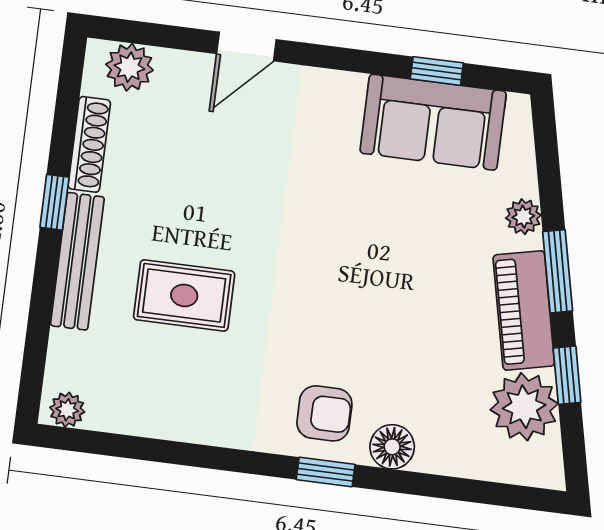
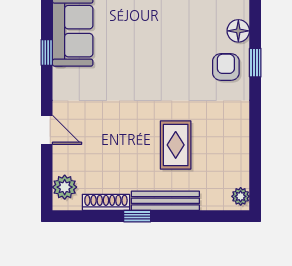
window: (437, 71) -> (47, 52), moved

